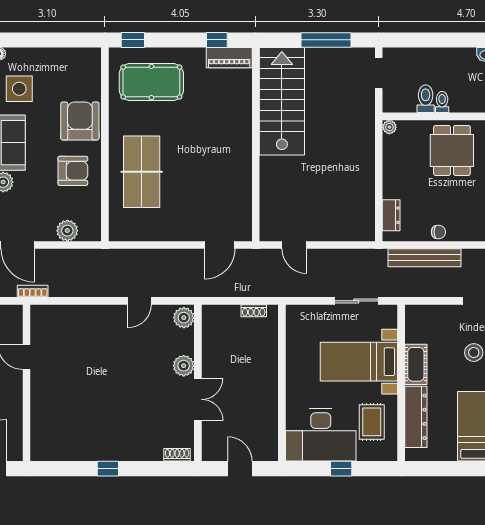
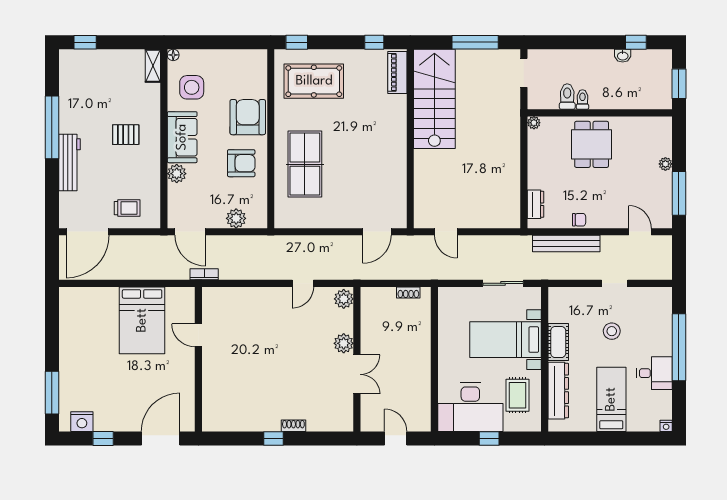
piano: (229, 58) -> (397, 72), moved, turned 90
shoe rack: (177, 455) -> (293, 426), moved

